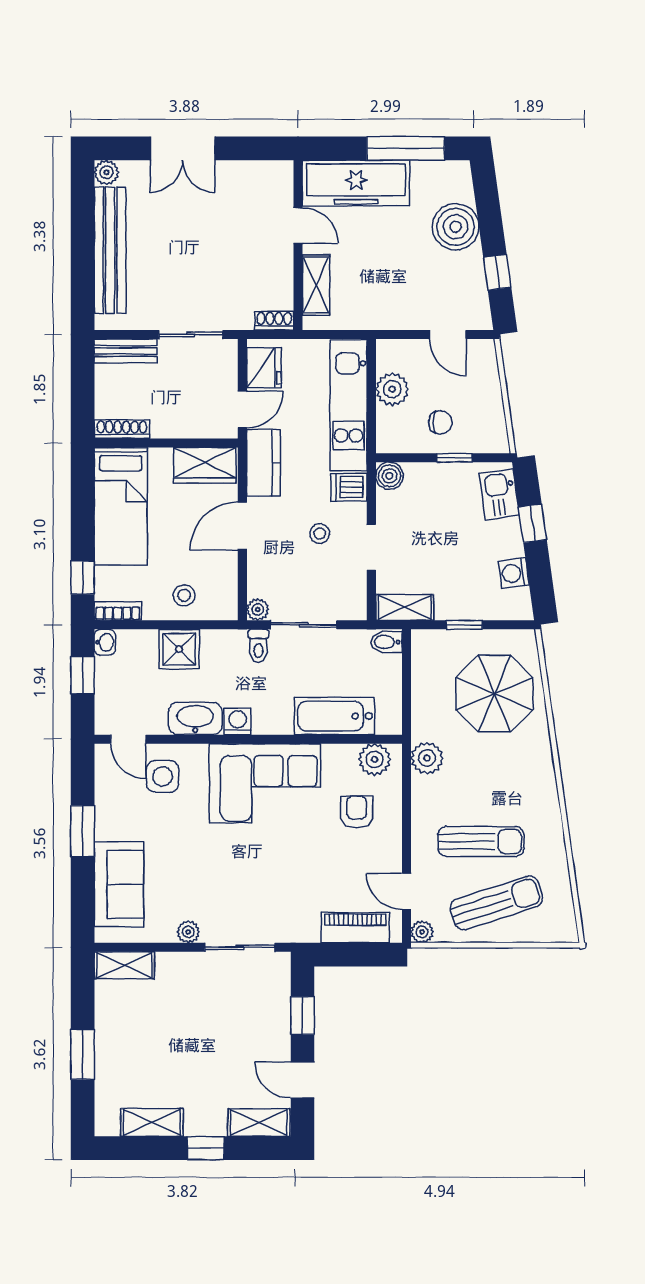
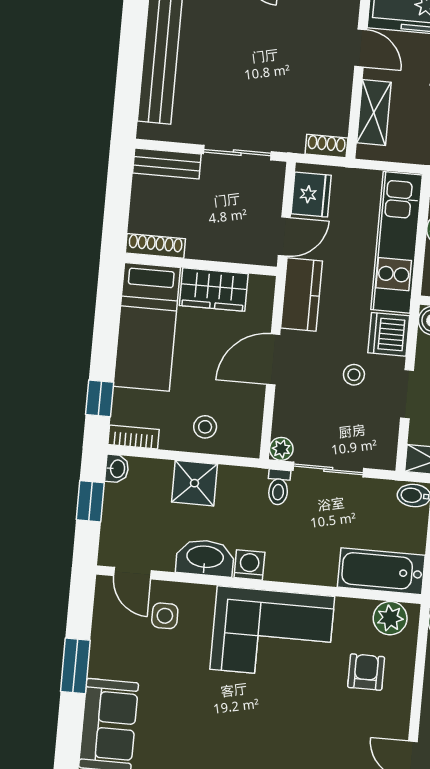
wardrobe: (205, 465) -> (214, 290), moved
dishwasher: (349, 487) -> (389, 334), width x1.38
bathtub: (334, 716) -> (381, 571), moved
side table: (162, 776) -> (165, 616), width x0.73, depth x0.73

